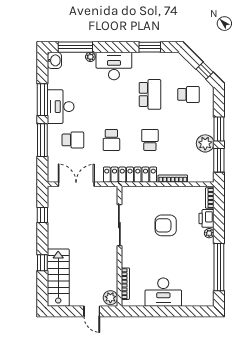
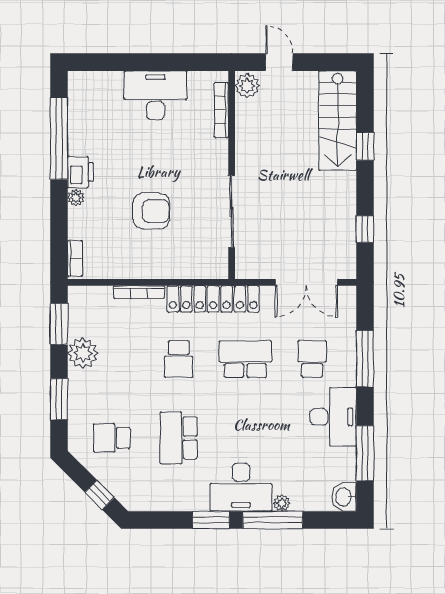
window: (75, 47) -> (273, 520), moved
window: (150, 47) -> (211, 520), moved
window: (205, 71) -> (100, 495), moved
window: (42, 100) -> (365, 453), moved
window: (219, 129) -> (59, 399), moved
school desk: (73, 140) -> (312, 359), turned 90
school desk: (111, 140) -> (245, 359), width x1.85
printer: (207, 218) -> (81, 172), moved

